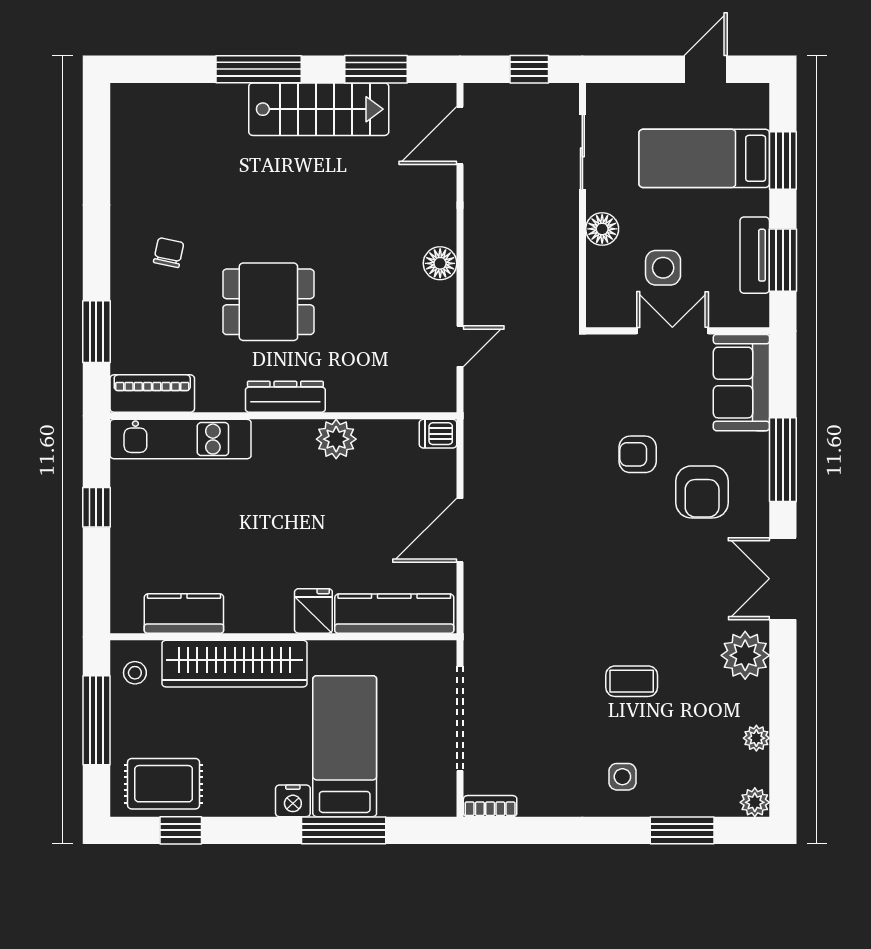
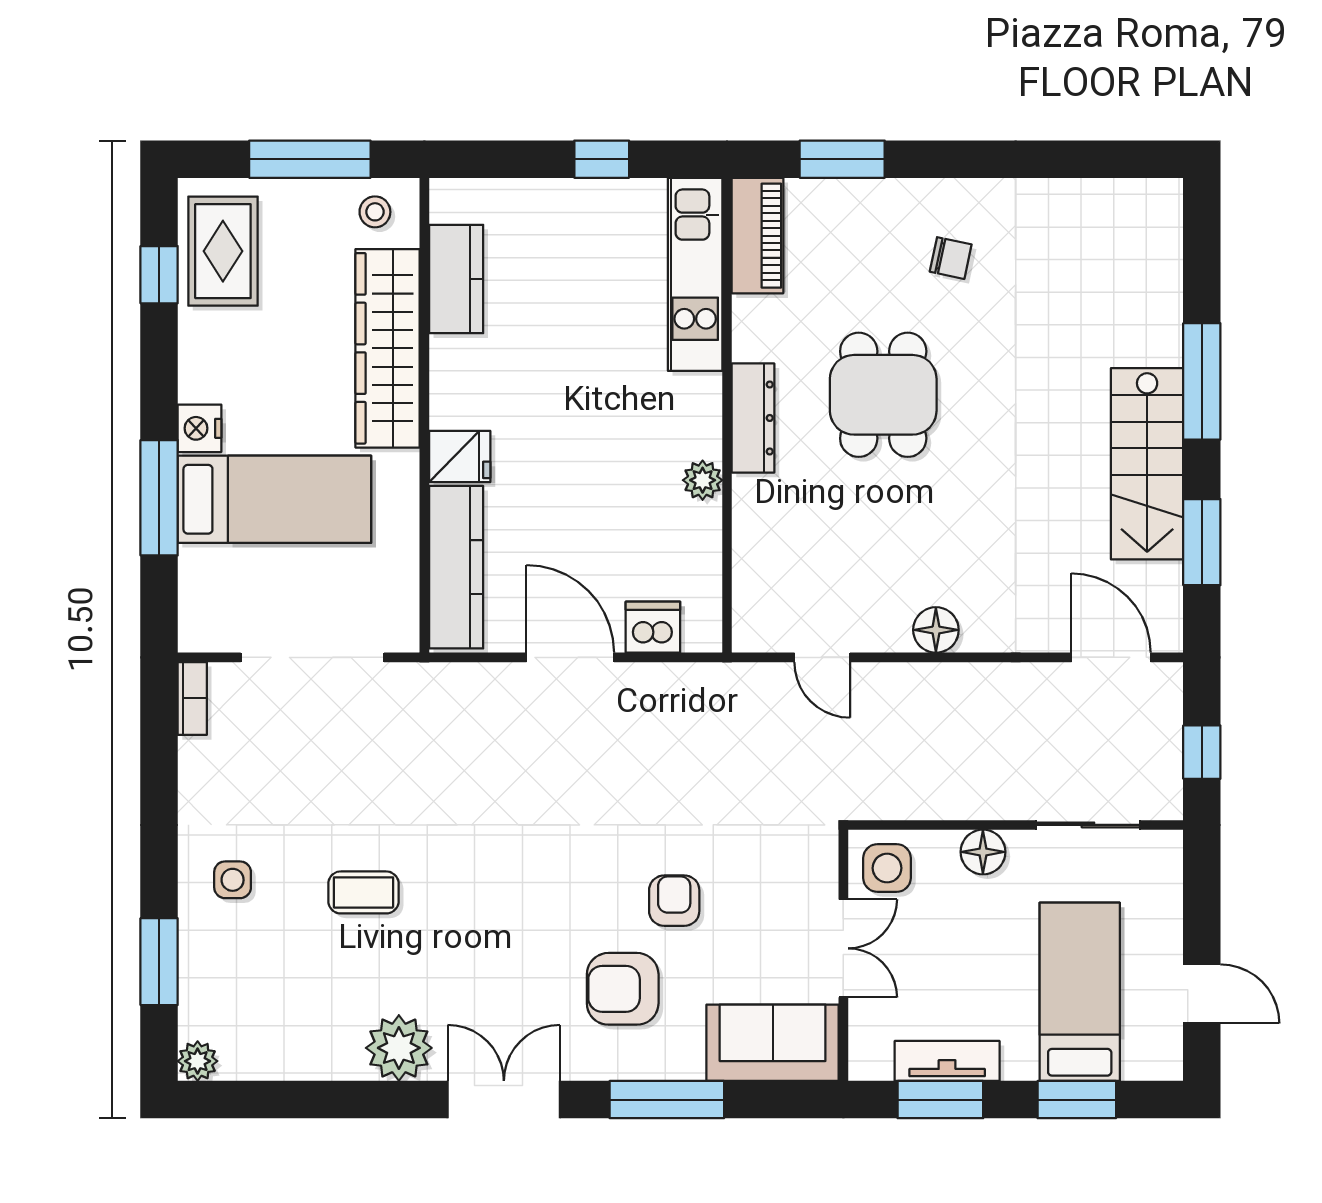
side table: (663, 268) -> (887, 868), moved
dishwasher: (438, 434) -> (653, 627), moved, width x1.38
plant: (336, 439) -> (703, 480), width x0.73, depth x0.73
coffee table: (632, 681) -> (363, 892), turned 90
plant: (756, 738) -> (286, 1063), removed

